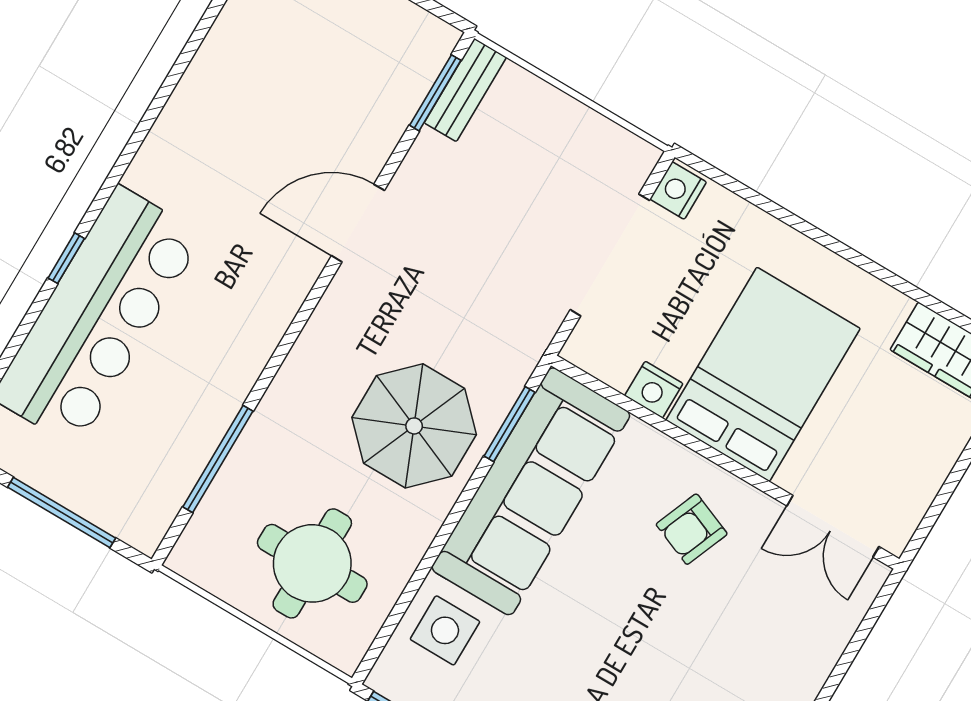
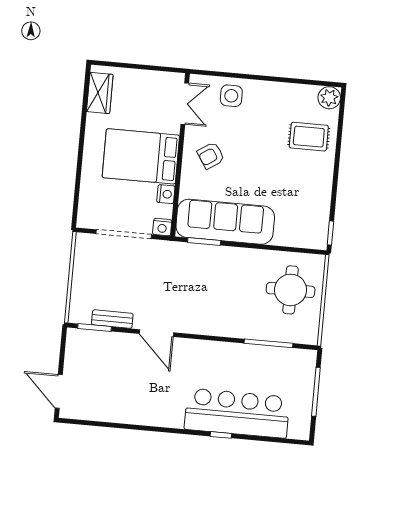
bench: (465, 90) -> (112, 319), moved
nightstand: (678, 191) -> (162, 227), moved
parasol: (414, 426) -> (222, 276), removed
armchair: (692, 529) -> (211, 155), turned 125
side table: (445, 630) -> (231, 96), moved

